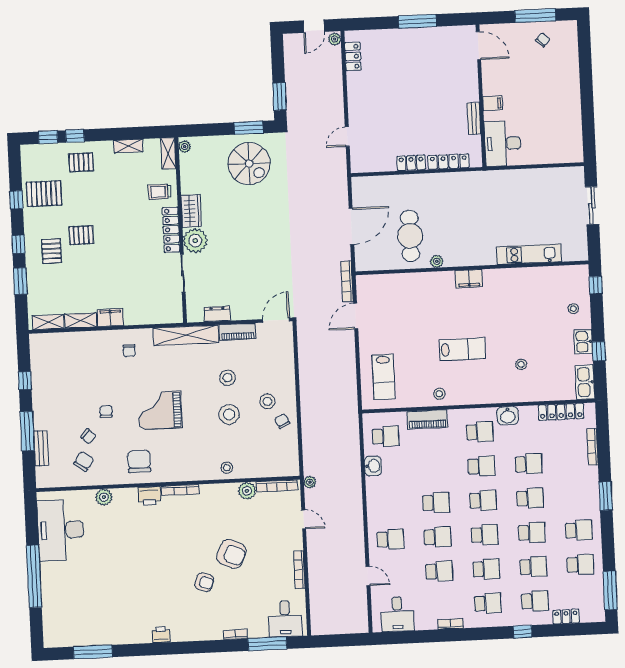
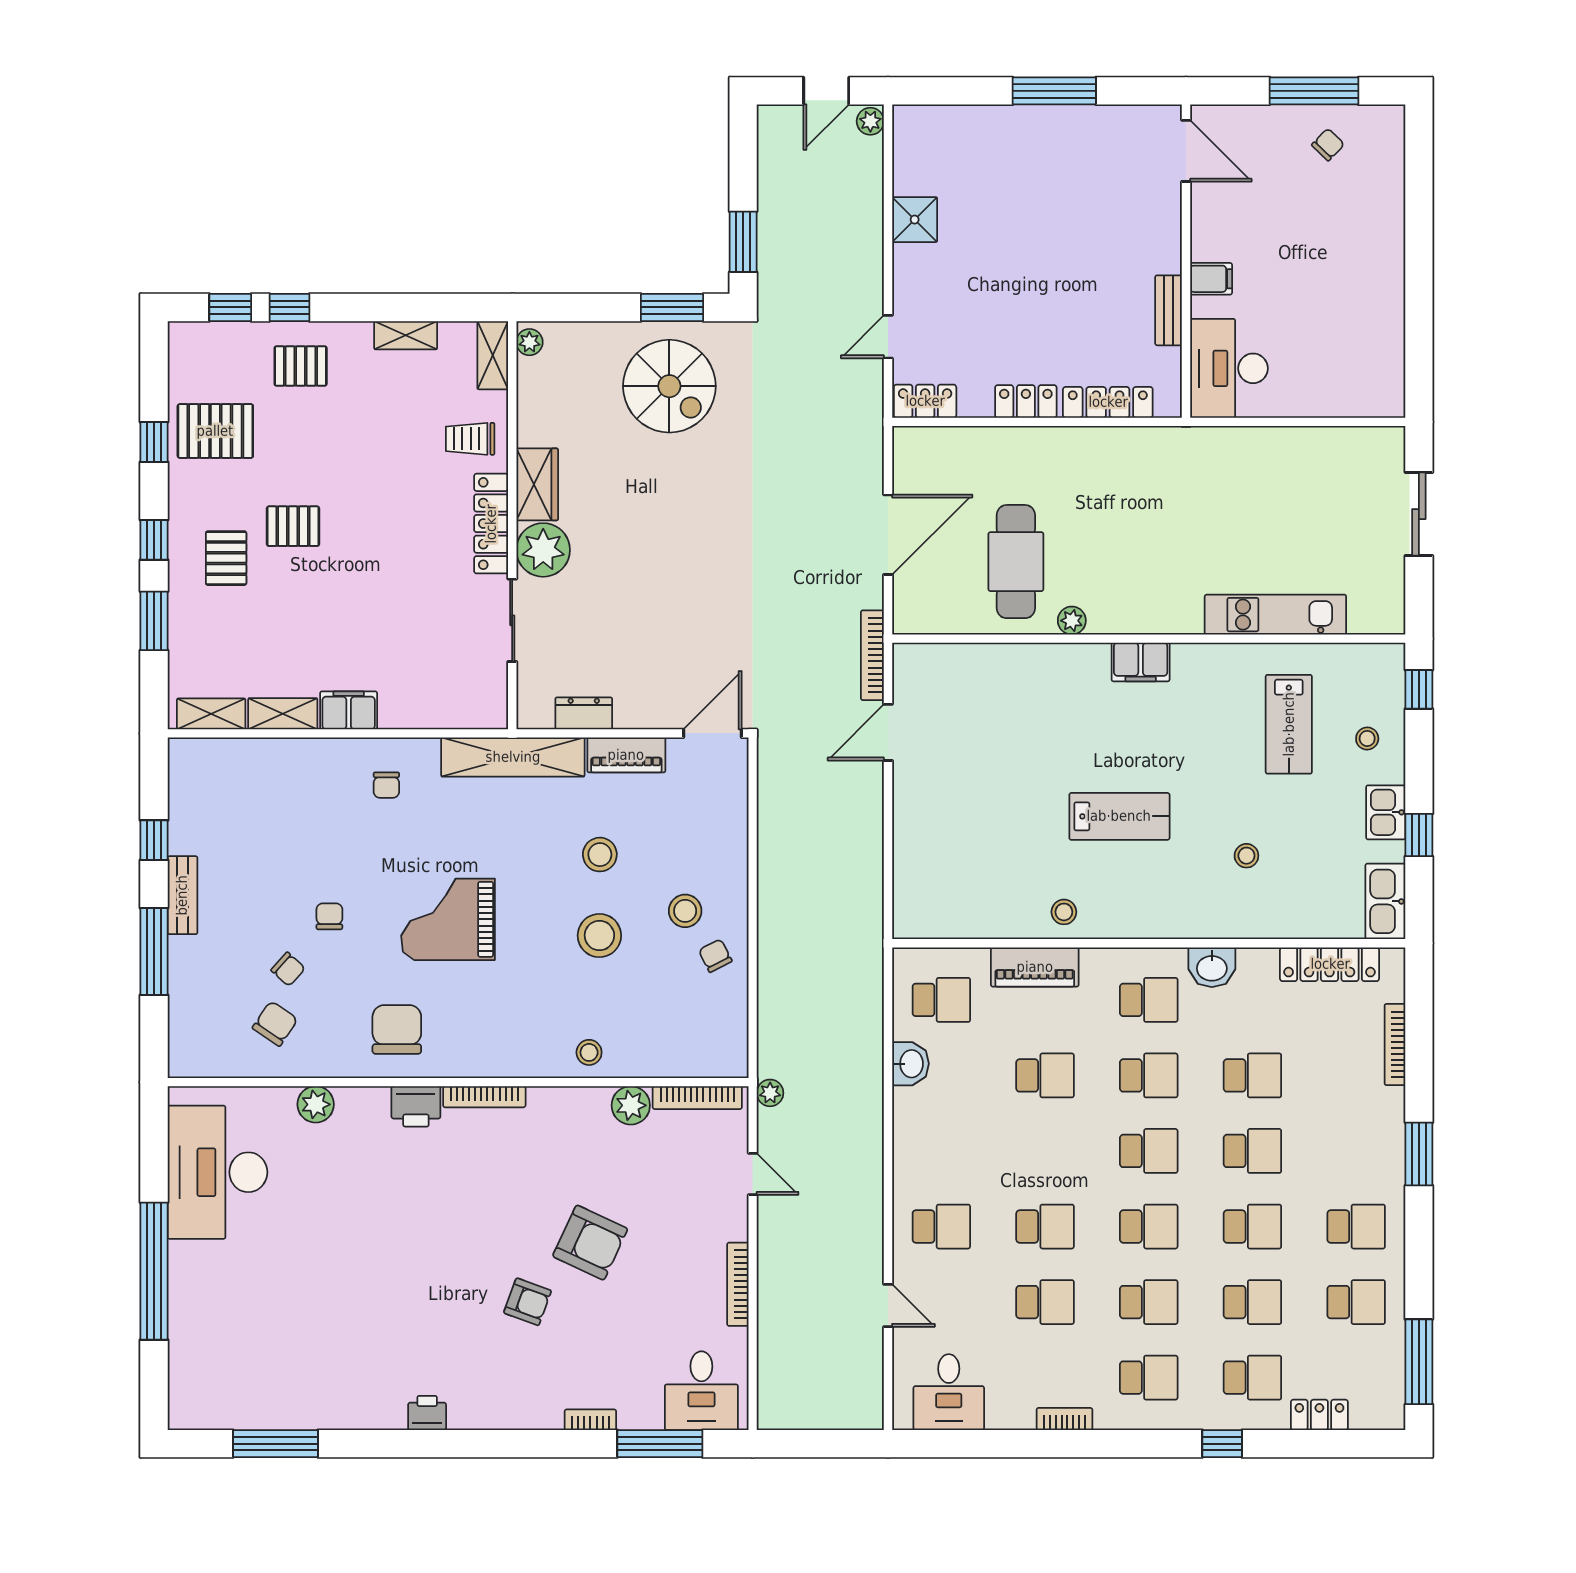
locker: (353, 56) -> (925, 401), moved, turned -90
shower: (357, 83) -> (915, 220), added
lab bench: (384, 377) -> (1289, 724), moved
bench: (41, 448) -> (182, 895), moved
school desk: (436, 503) -> (1045, 1075), moved

